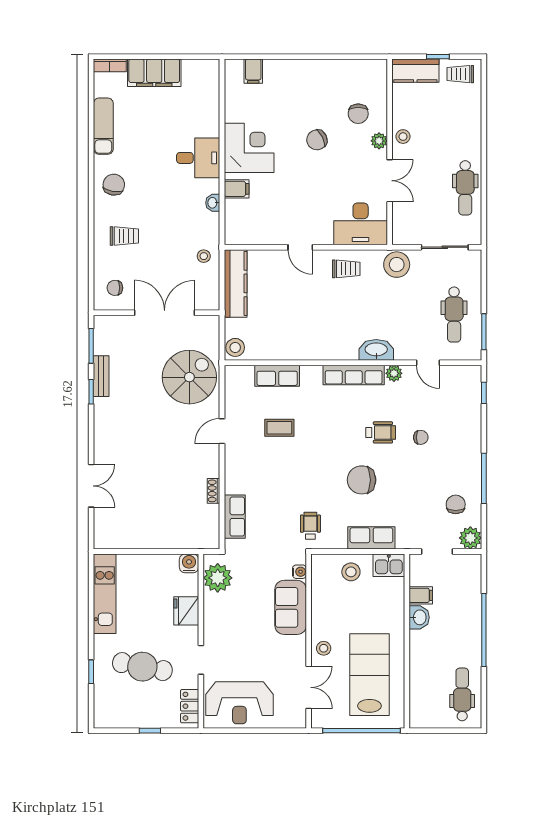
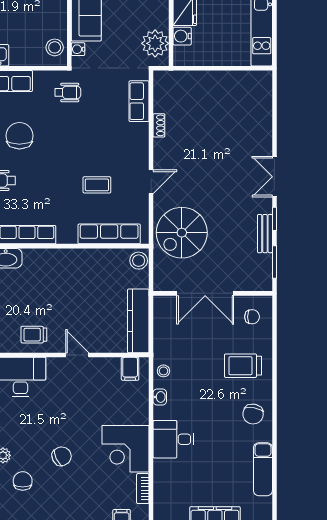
bookcase: (231, 106) -> (143, 489), added
filing cabinet: (237, 189) -> (130, 369), moved, turned -90
trolley: (124, 236) -> (243, 366), width x1.36, depth x1.39
stool: (204, 256) -> (163, 371), moved
row of seats: (277, 376) -> (109, 234), width x1.48
chair: (362, 480) -> (19, 136), turned -90
double door: (91, 486) -> (274, 177), moved
wheelchair: (310, 526) -> (68, 92), turned -90
water cooler: (189, 563) -> (182, 36), moved, turned 90
stool: (351, 572) -> (55, 47), moved

